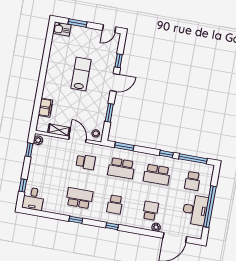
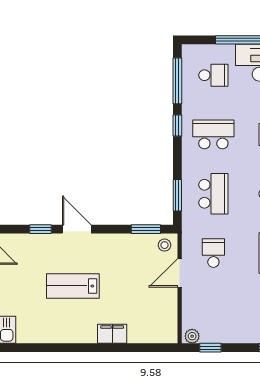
filing cabinet: (45, 108) -> (112, 334), moved
window: (109, 113) -> (146, 229), moved
shelving: (59, 130) -> (170, 305), removed
school desk: (157, 175) -> (213, 134), turned -90

